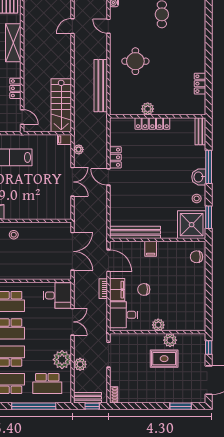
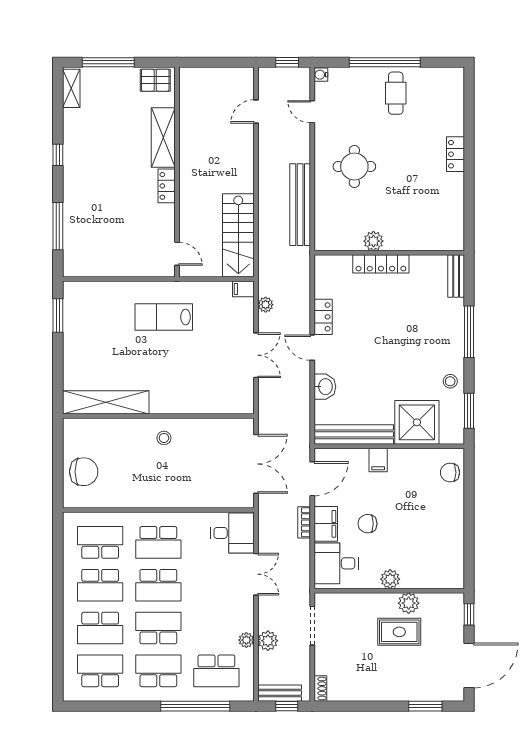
locker: (200, 84) -> (455, 154), moved
locker: (15, 88) -> (167, 186), moved
washbasin: (199, 177) -> (325, 387), moved, turned 180
shower: (192, 225) -> (417, 422), moved
door: (108, 261) -> (312, 479), hinge flipped
plant: (62, 360) -> (246, 640), width x0.53, depth x0.53

